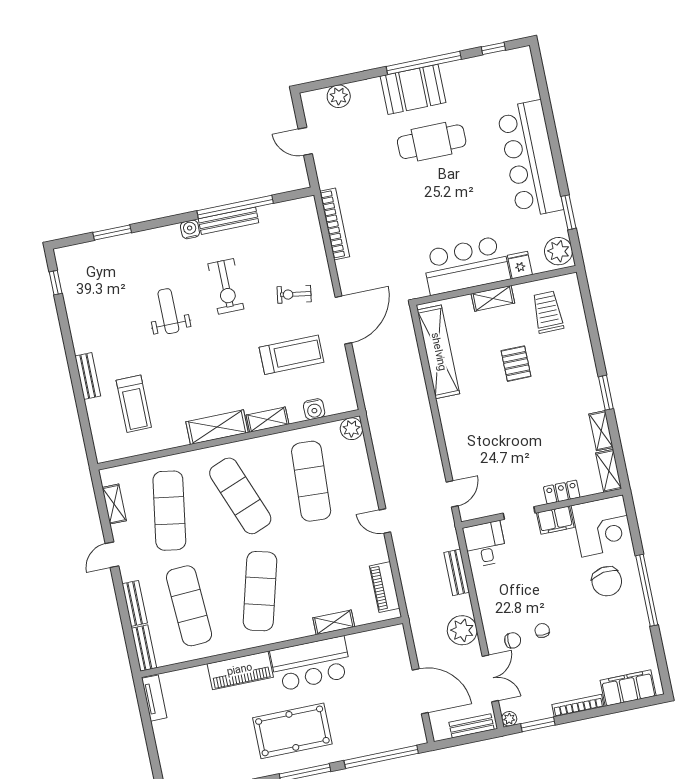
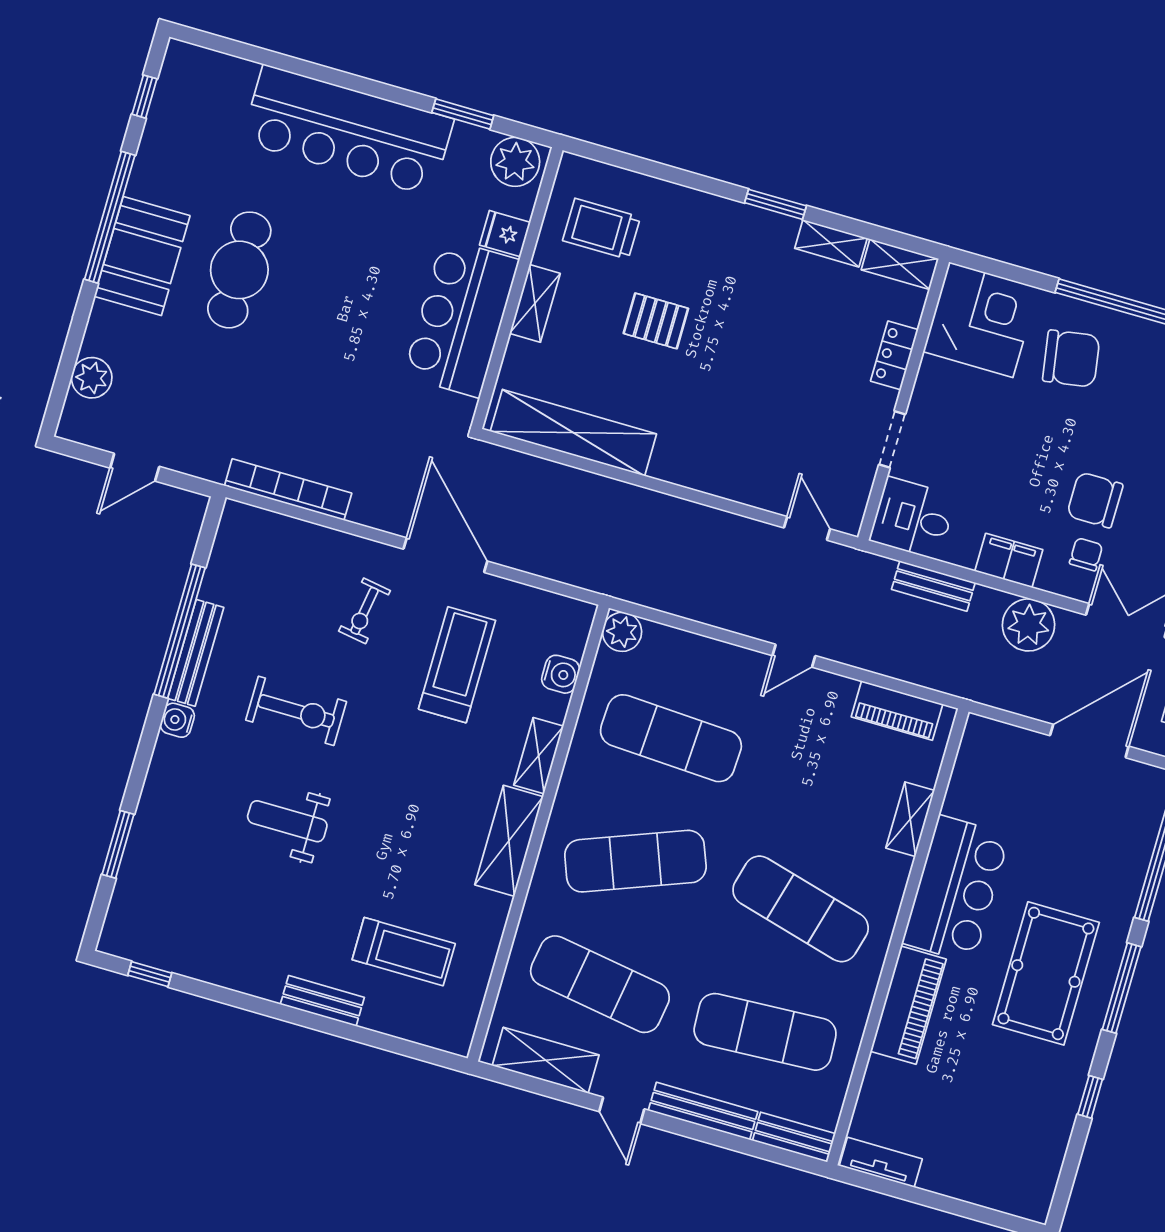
shelving: (114, 504) -> (546, 1060), width x1.50, depth x1.33
filing cabinet: (555, 520) -> (1009, 560), moved, turned -90
bench: (135, 603) -> (703, 1111), width x1.36
chair: (542, 630) -> (1095, 500), width x1.87, depth x1.87

